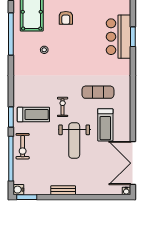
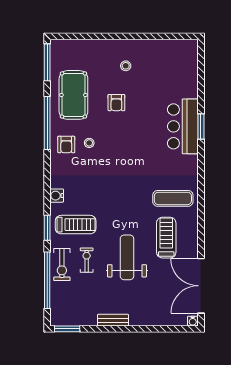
armchair: (26, 51) -> (66, 145), added
exercise mat: (98, 92) -> (173, 198), moved
exercise bike: (63, 107) -> (87, 260), moved
treadmill: (105, 125) -> (166, 238), turned 180
weight bench: (74, 140) -> (127, 257), turned 180
water cooler: (18, 190) -> (57, 196), moved

